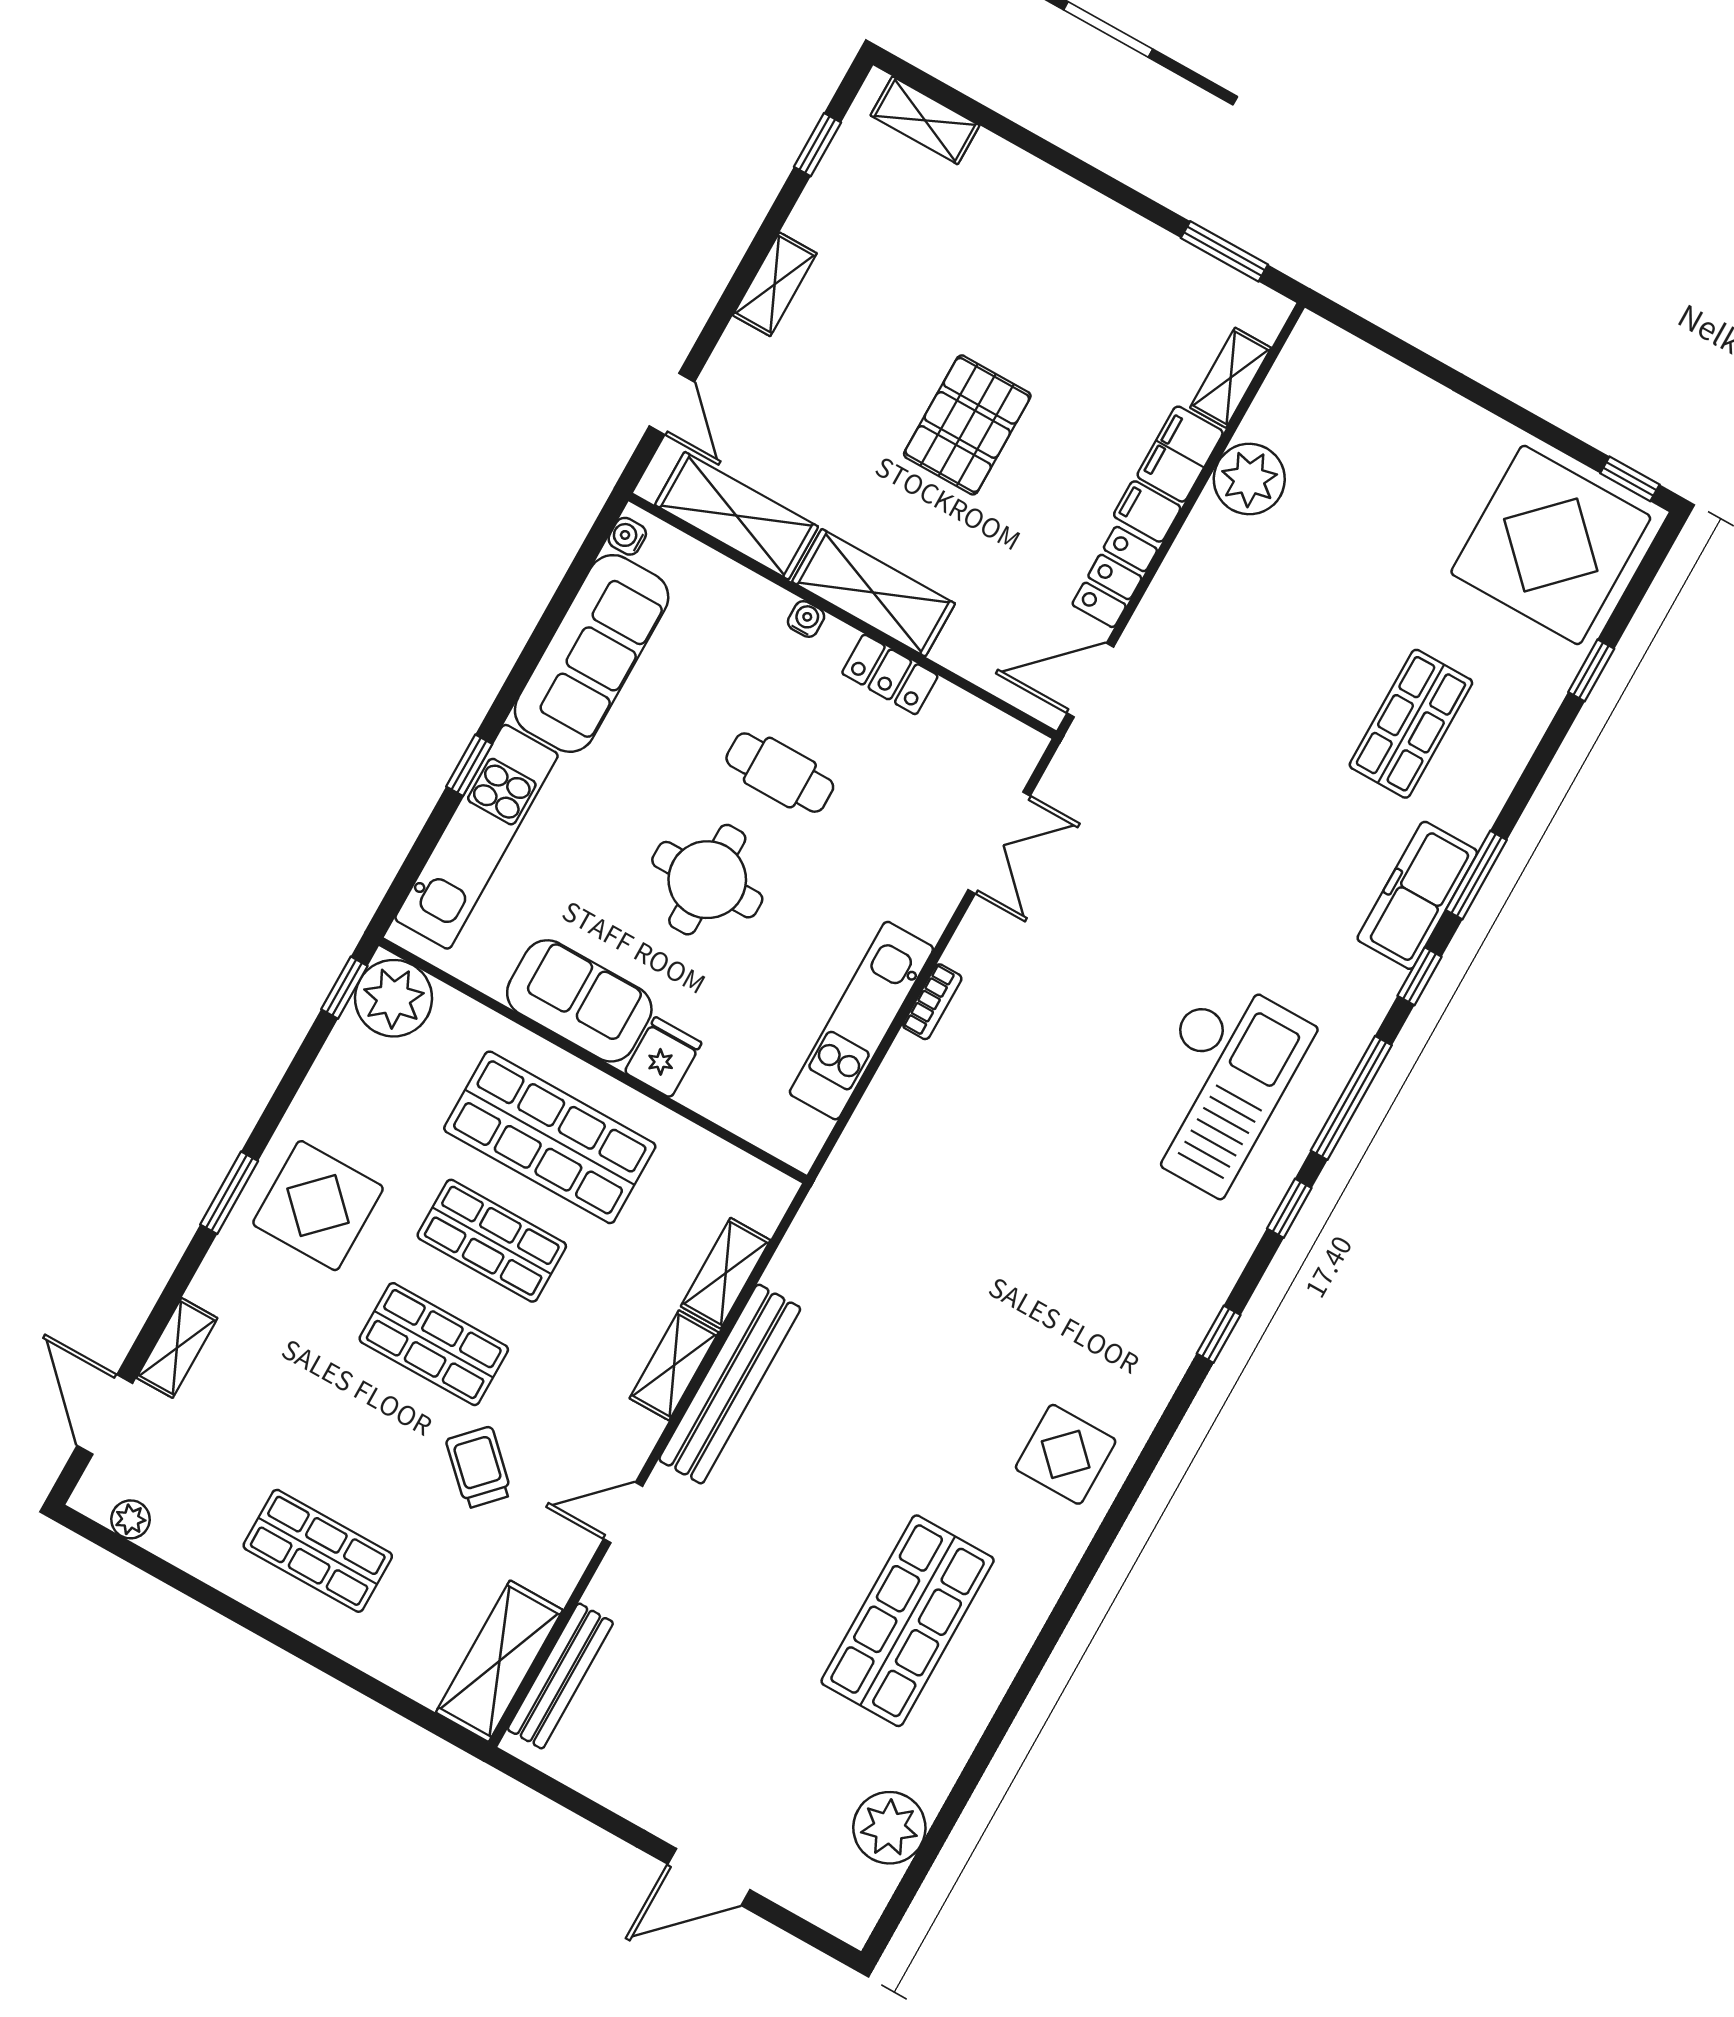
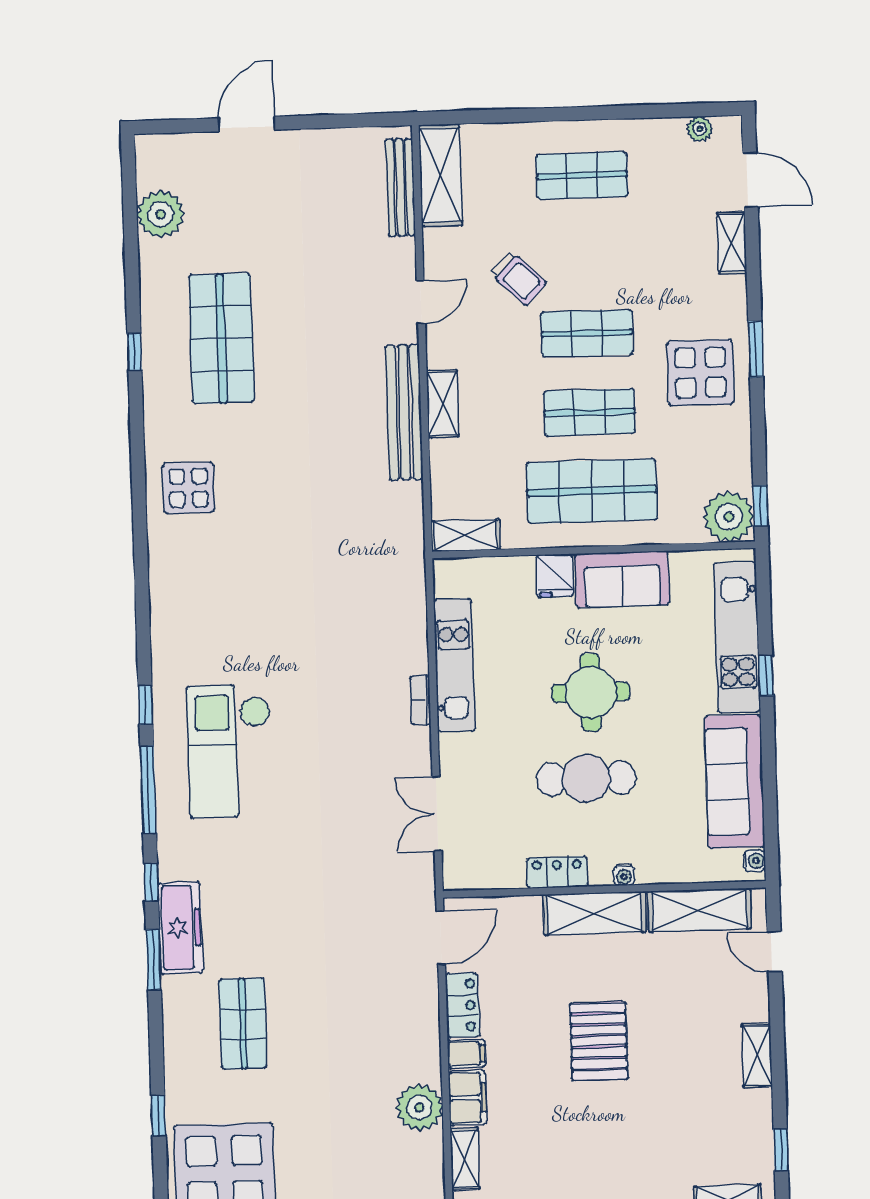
cafe table: (780, 773) -> (586, 778), width x1.37, depth x1.35
shelving: (726, 1273) -> (465, 535), moved, turned 90
window: (1219, 1334) -> (134, 352), moved

